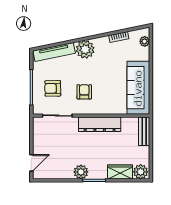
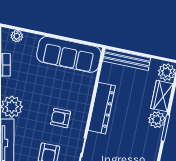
bench: (144, 131) -> (127, 59), width x1.36
plant: (81, 172) -> (157, 120), moved

